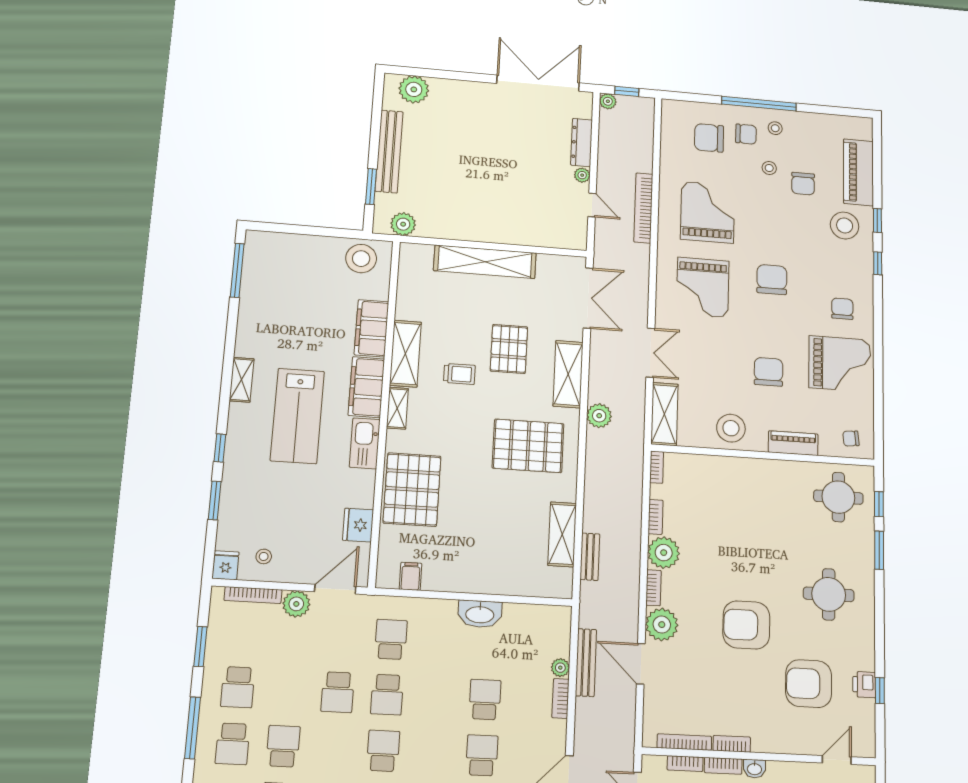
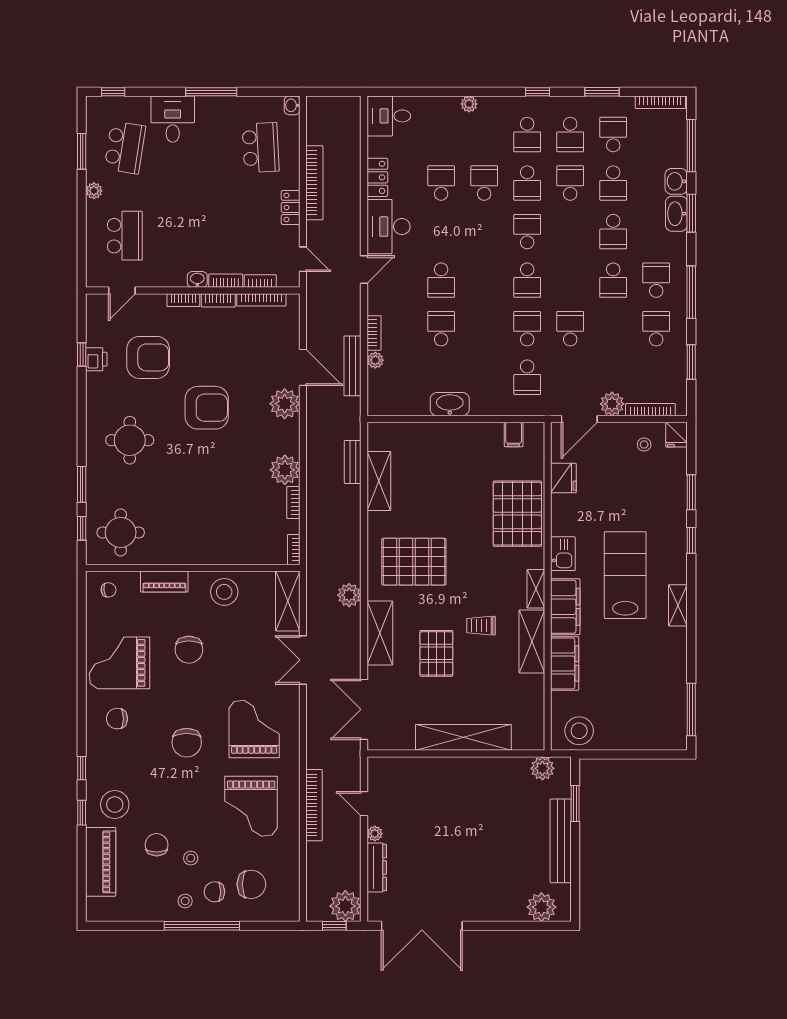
plant: (608, 101) -> (345, 906), width x1.88, depth x1.88
chair: (842, 309) -> (117, 719), turned 90
kitchen sink: (365, 443) -> (563, 554), width x0.73
bookcase: (654, 588) -> (183, 300), moved, turned -90
school desk: (485, 699) -> (441, 329), turned 180

